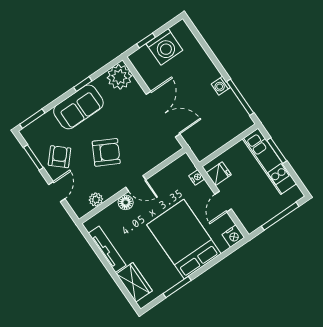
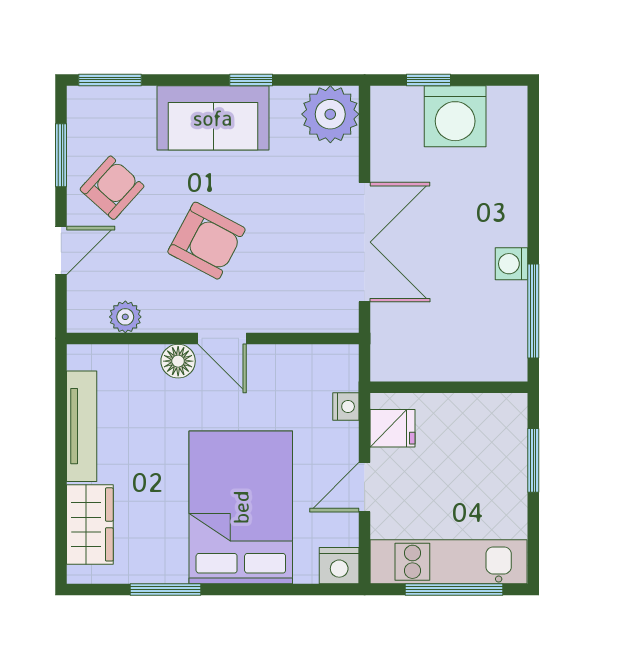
kitchen unit: (270, 161) -> (449, 562), moved, turned 90

